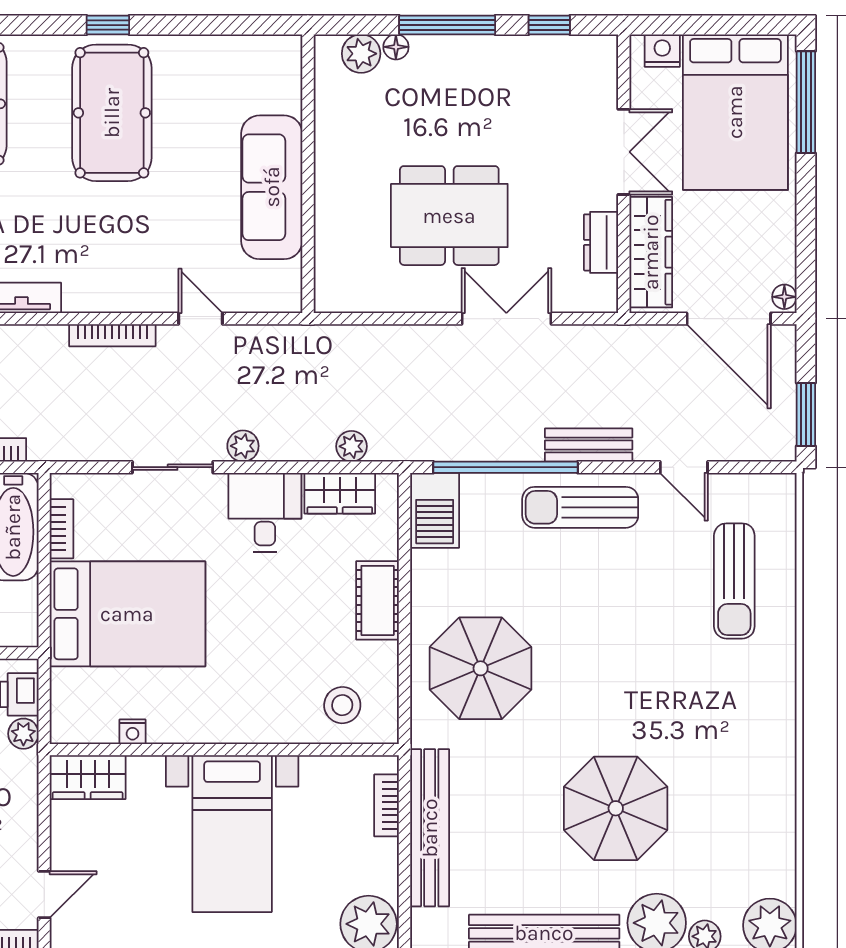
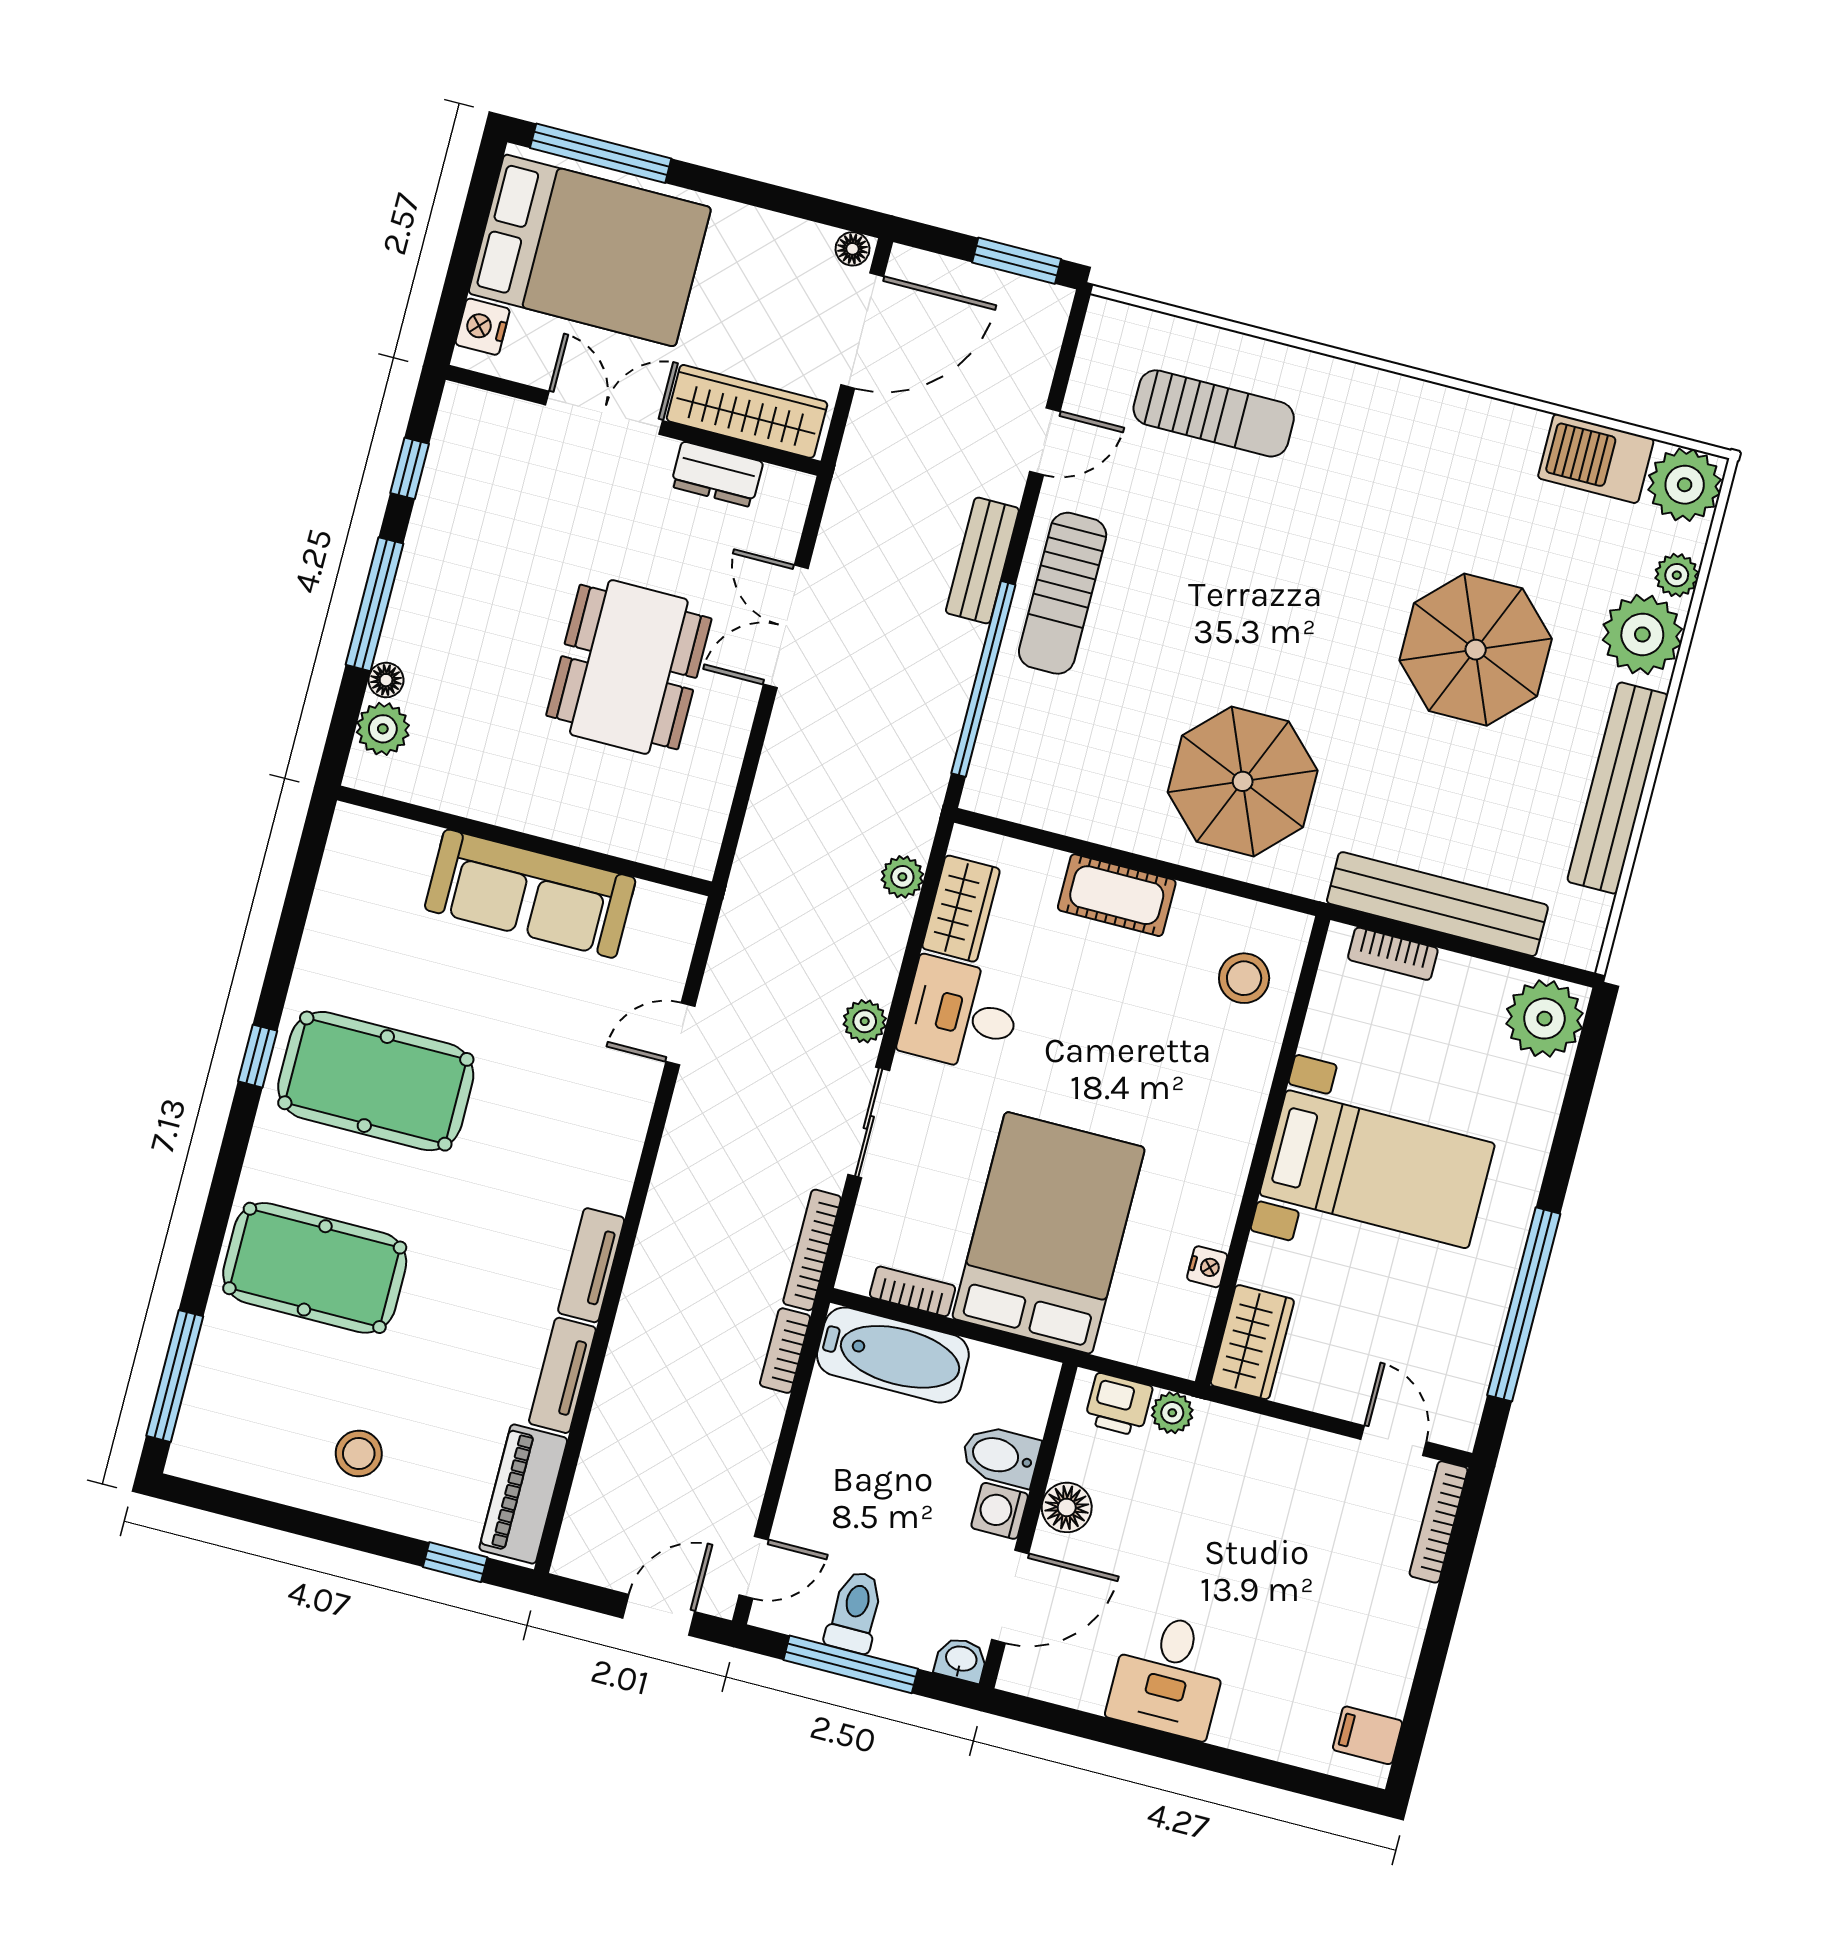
bookcase: (112, 335) -> (812, 1250), moved, turned 180
barbecue: (435, 510) -> (1596, 459), moved, turned 180

